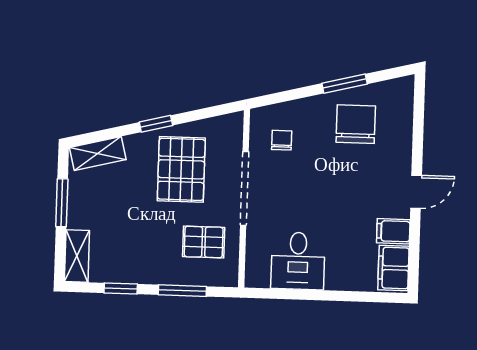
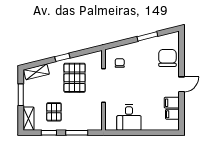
chair: (356, 124) -> (167, 58), moved
pallet: (204, 242) -> (54, 112), moved, turned 90
filing cabinet: (393, 268) -> (172, 114), width x0.50

